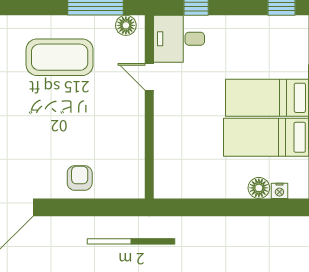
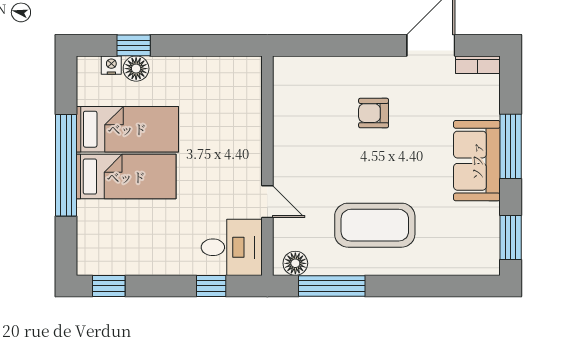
armchair: (80, 178) -> (374, 113), moved, turned 90
window: (261, 207) -> (134, 45), added

